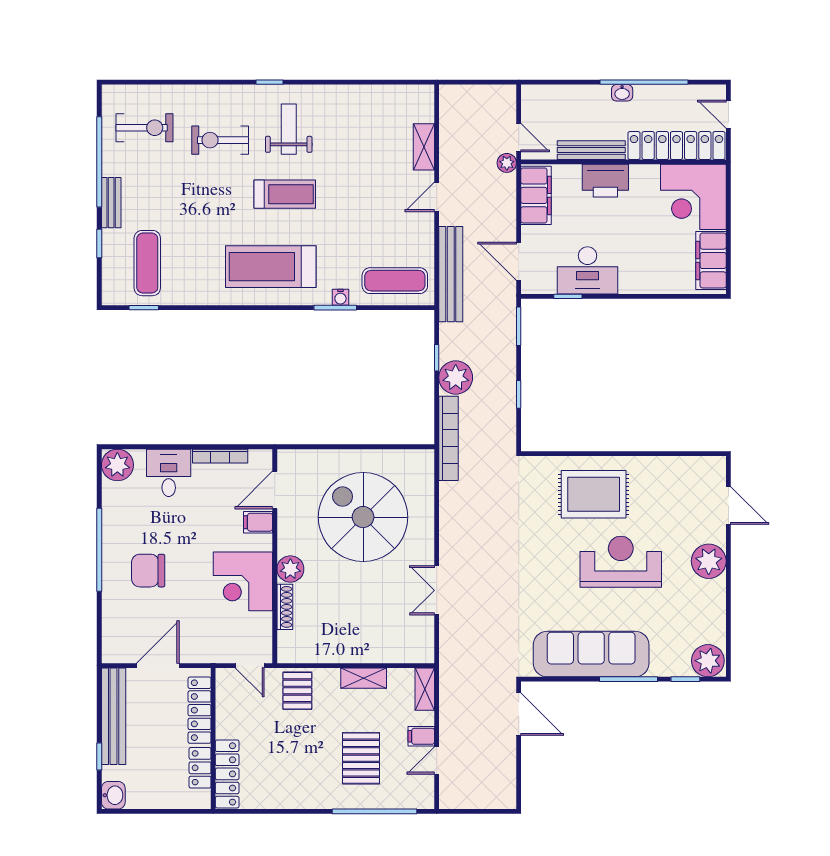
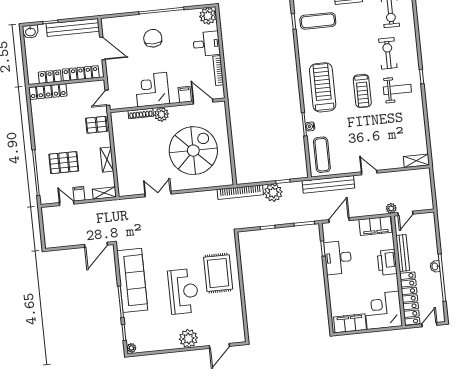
shelving: (424, 147) -> (416, 161), moved
plant: (708, 661) -> (131, 348), width x0.53, depth x0.53

